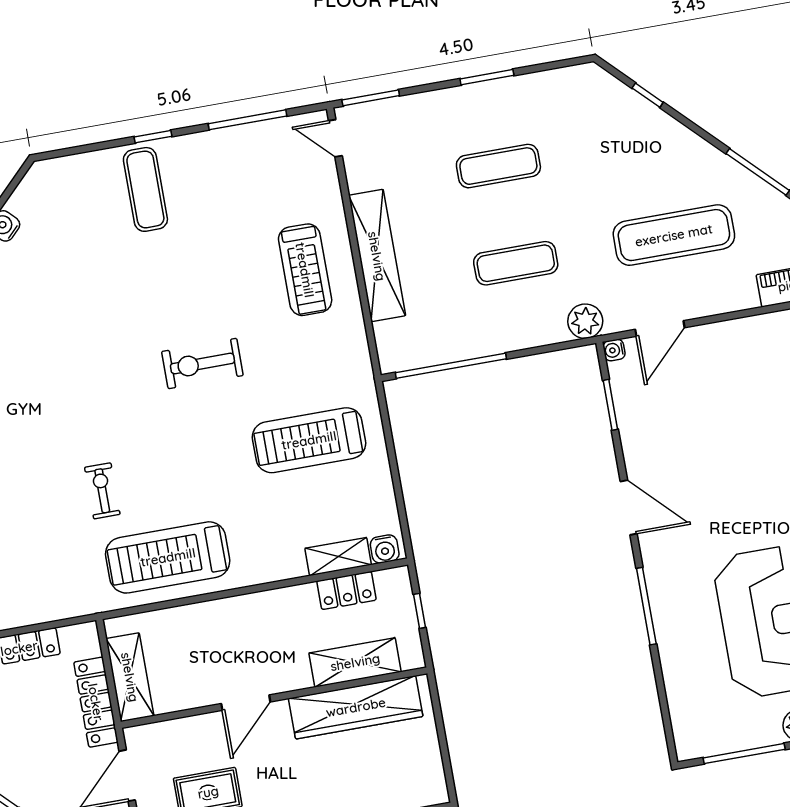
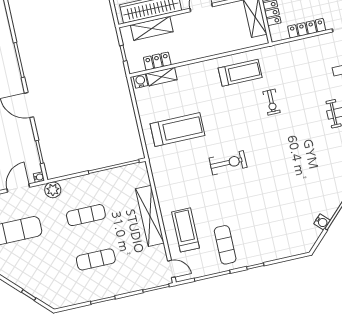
exercise mat: (145, 189) -> (225, 245), moved
treadmill: (305, 270) -> (186, 230), moved
treadmill: (168, 557) -> (240, 73), width x0.73, depth x0.73

